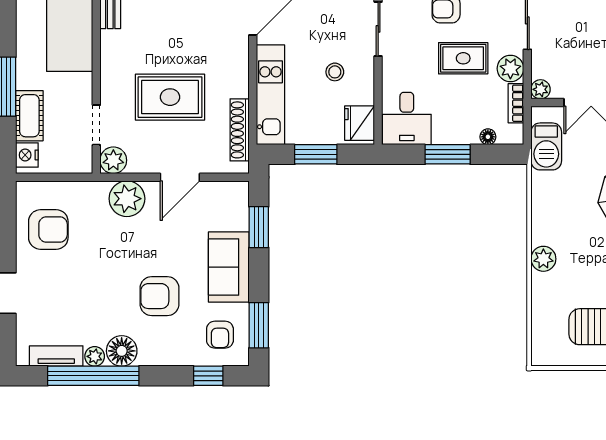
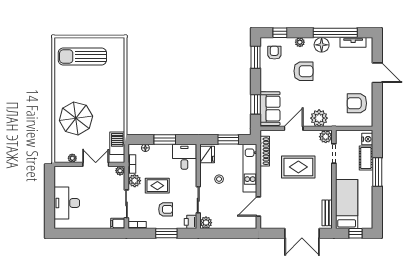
plant: (543, 259) -> (119, 89), removed
sofa: (229, 267) -> (270, 109), moved
plant: (95, 356) -> (300, 42), moved

